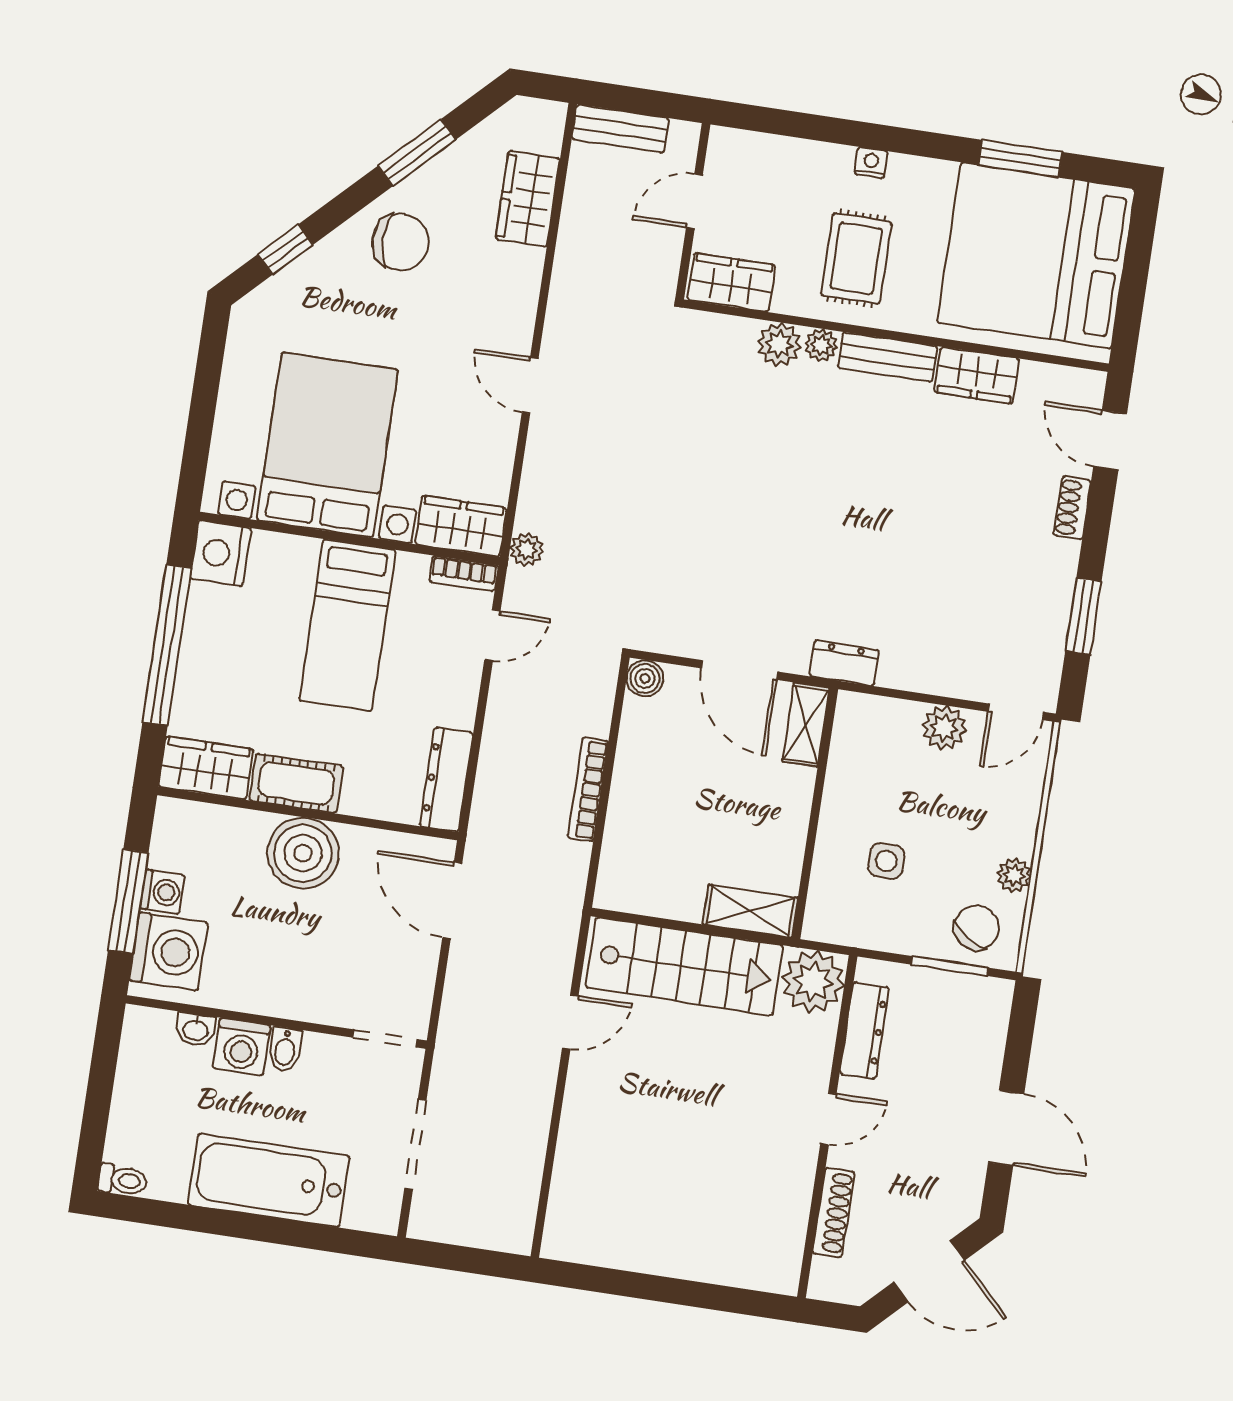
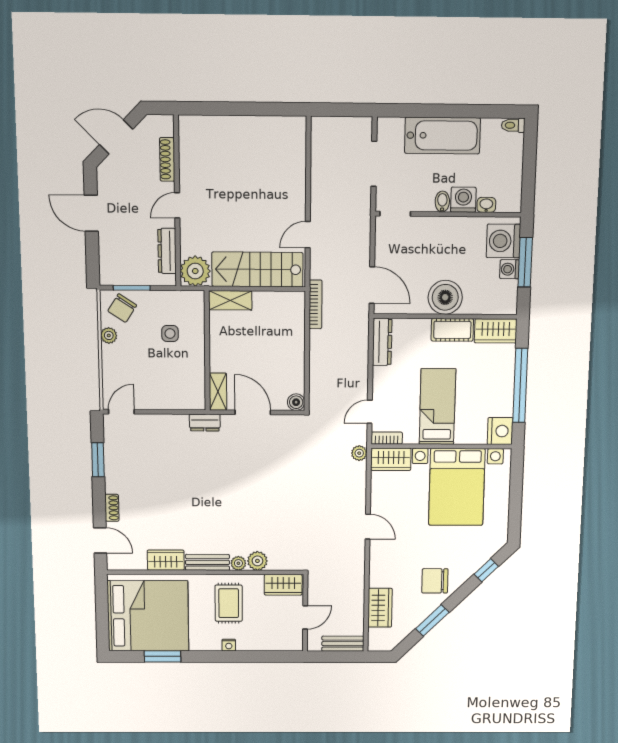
plant: (944, 728) -> (153, 400), removed
bookcase: (588, 789) -> (316, 304), moved

